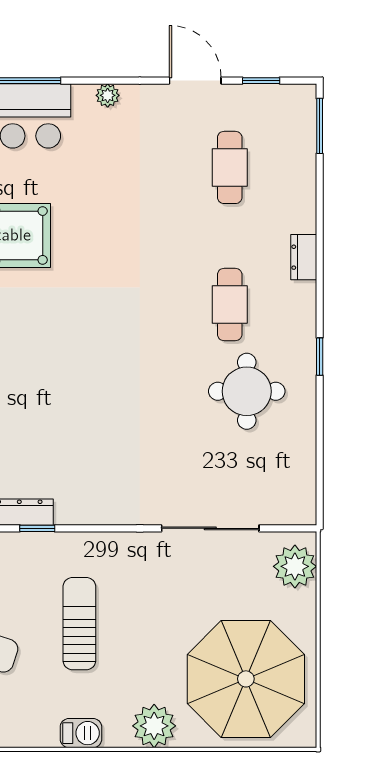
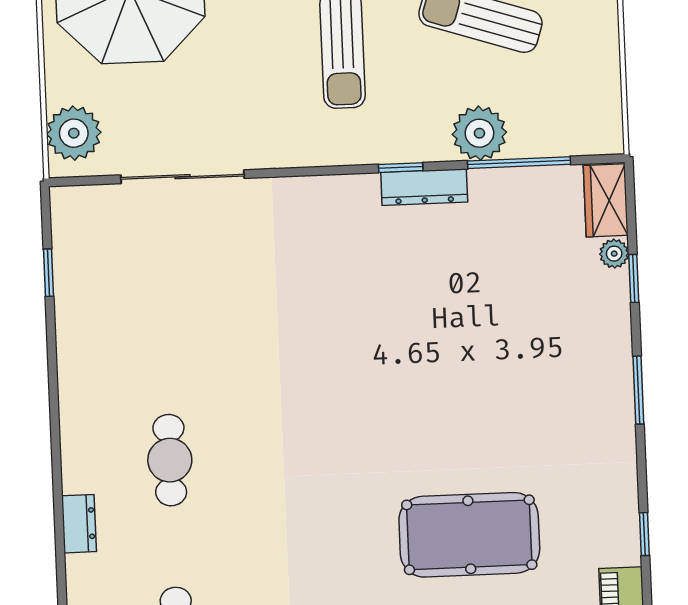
window: (320, 357) -> (48, 273), moved
round table: (247, 391) -> (144, 352), removed

